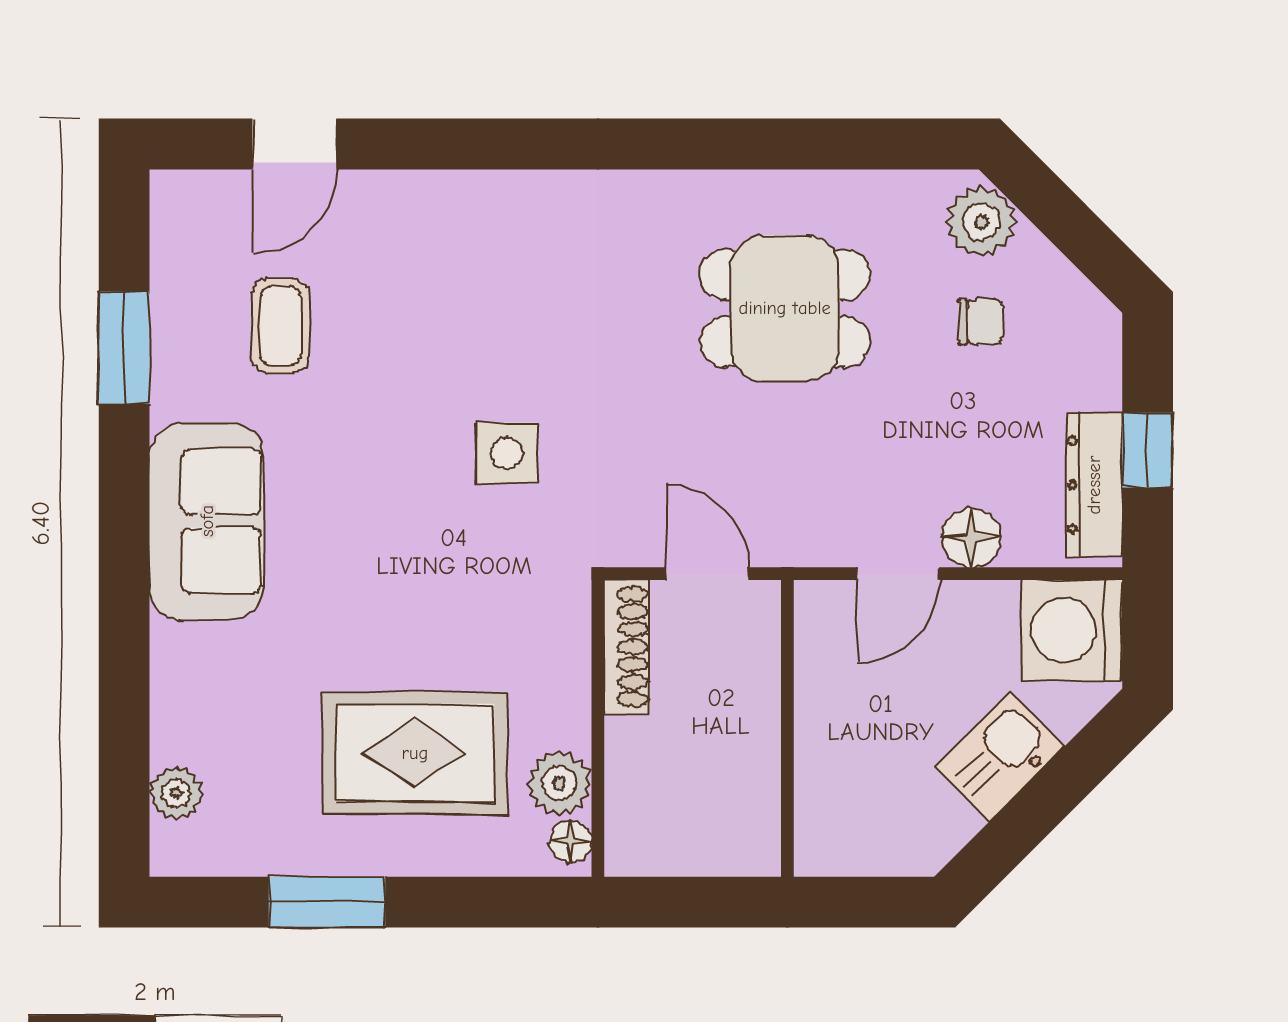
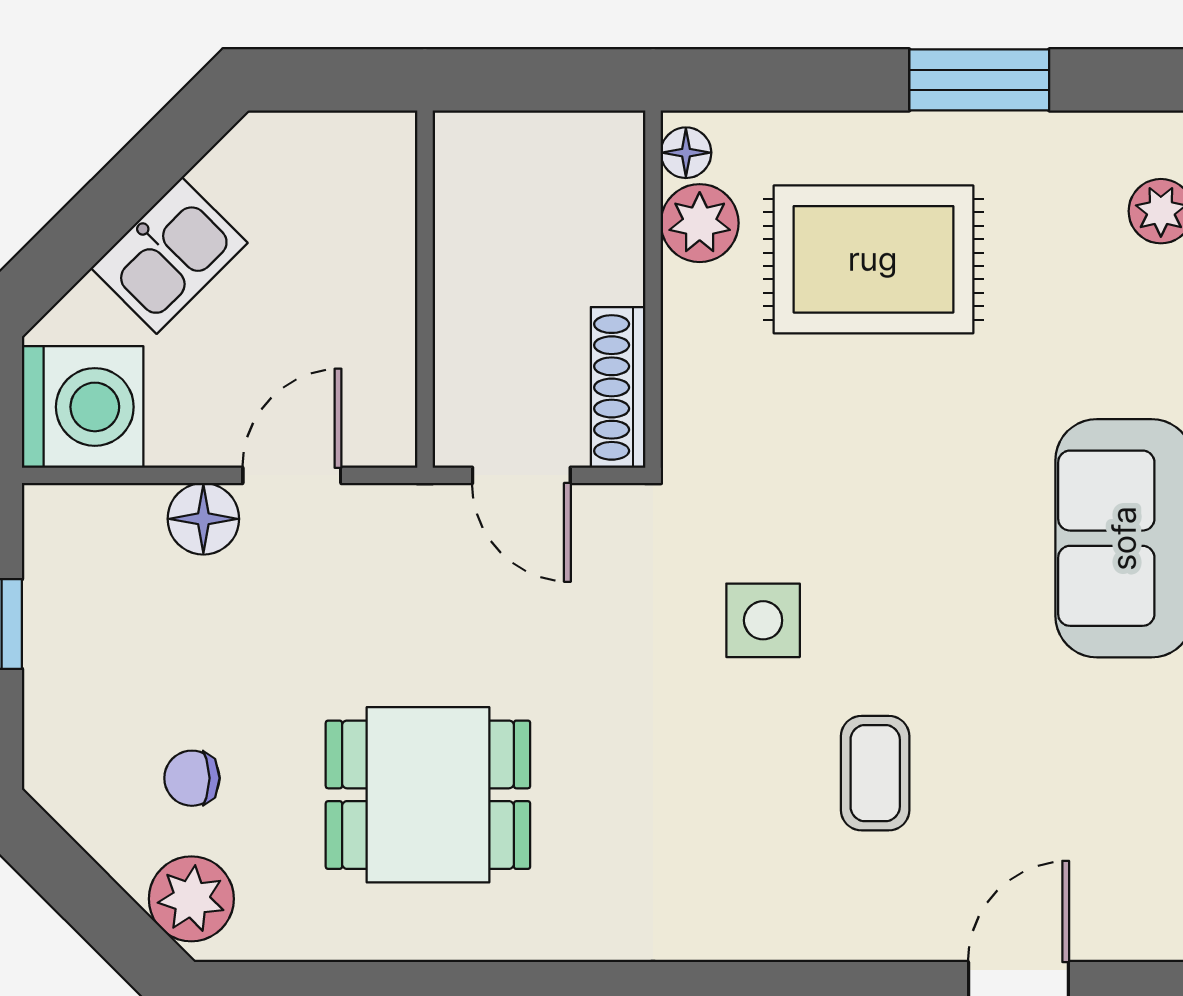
coffee table: (281, 326) -> (875, 773), moved
dresser: (1094, 485) -> (56, 582), removed

